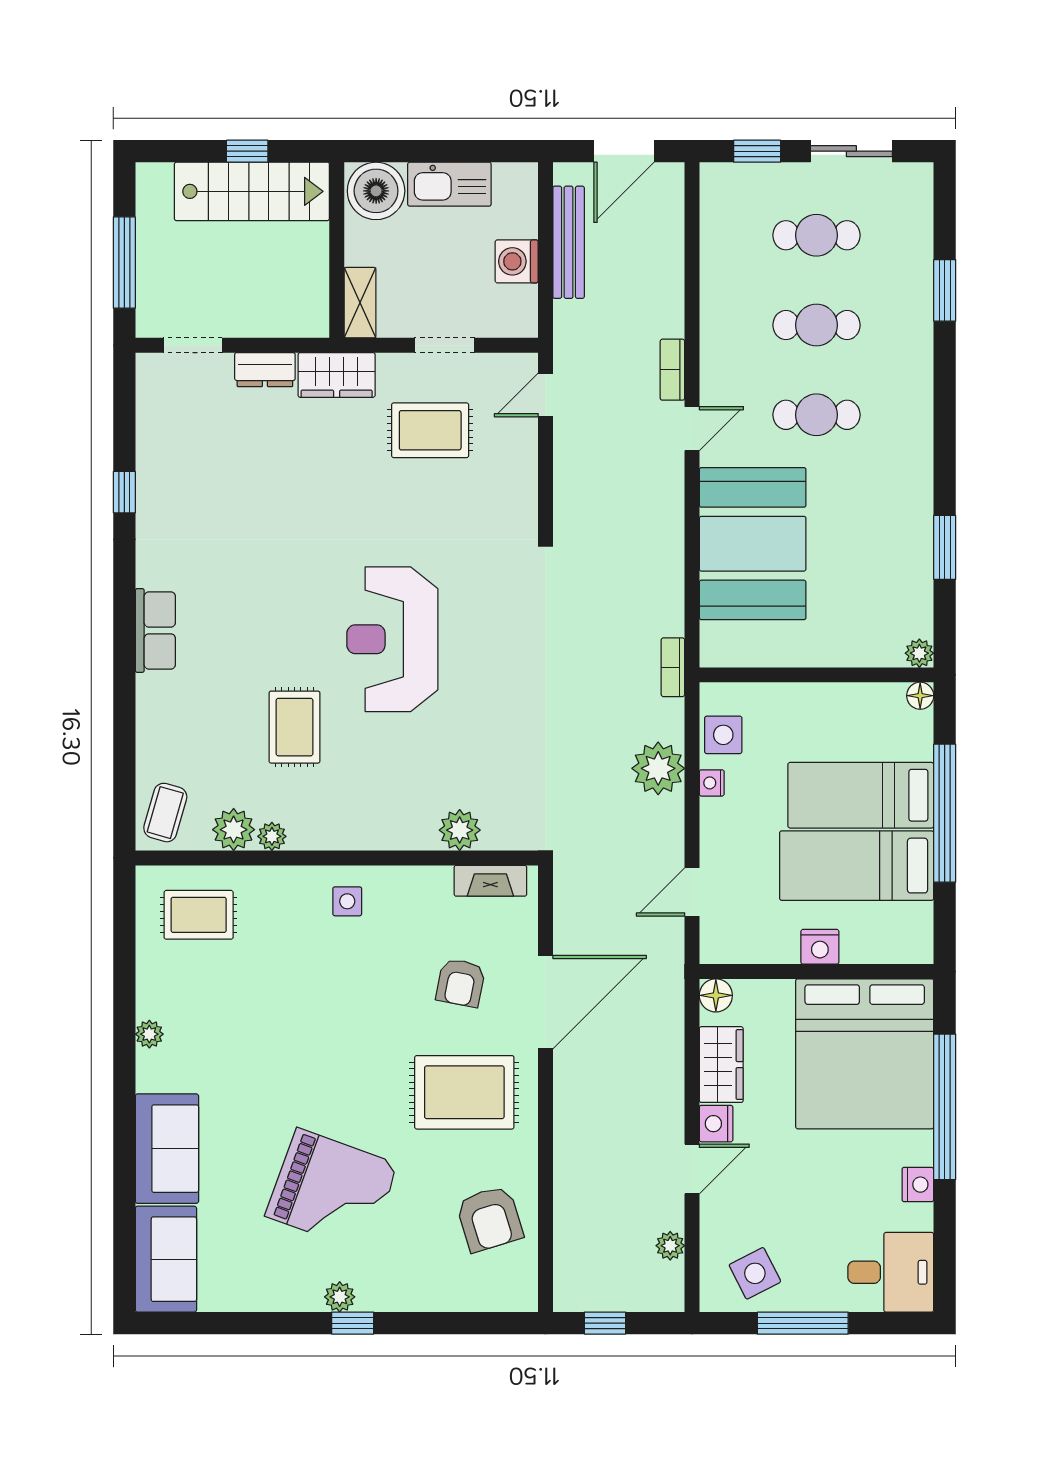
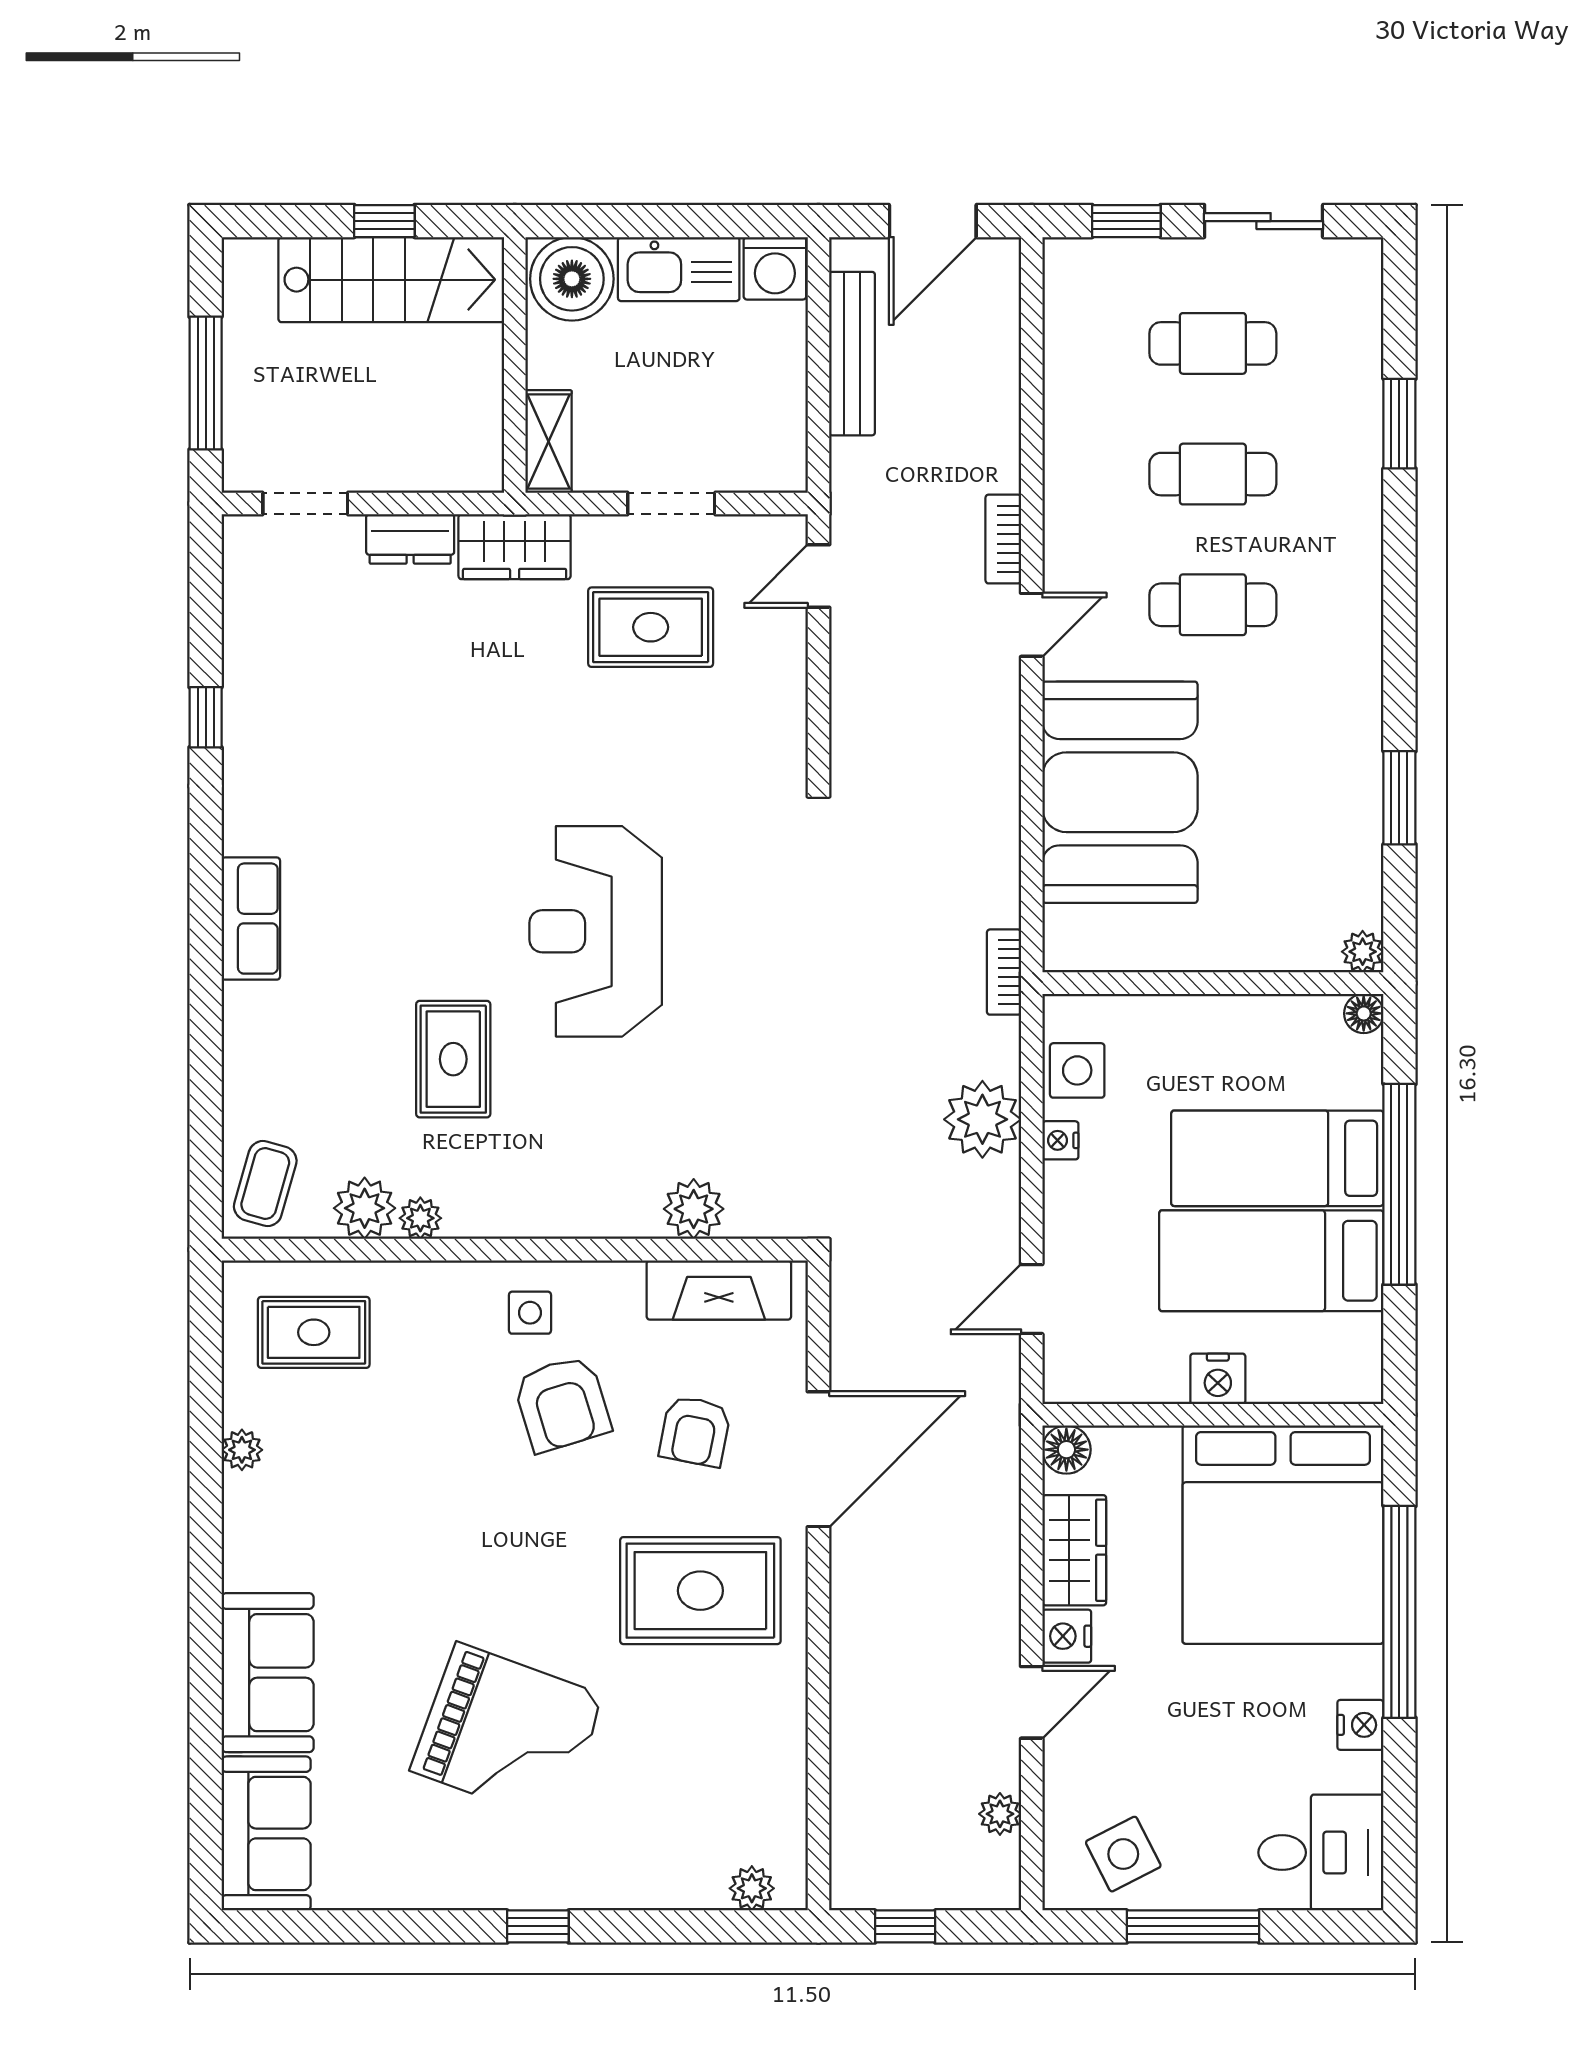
washing machine: (517, 261) -> (775, 268), moved, turned -90
fireplace: (490, 881) -> (719, 1290), width x1.37, depth x1.32
plant: (149, 1034) -> (242, 1450), moved
armchair: (489, 1219) -> (562, 1404), moved
plant: (340, 1297) -> (752, 1888), moved

